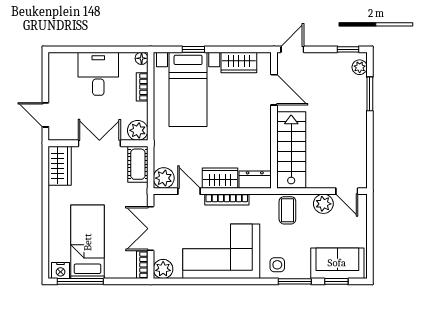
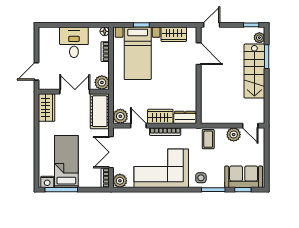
door: (45, 115) -> (37, 71), hinge flipped
stairs: (291, 150) -> (254, 71), moved, turned 180
cot: (138, 164) -> (100, 111), width x1.37, depth x1.34

